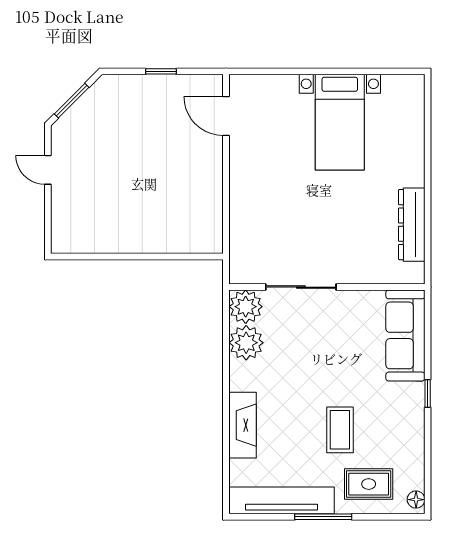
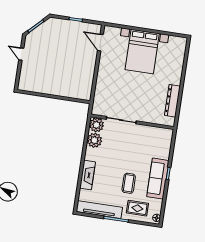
bed with nightstands: (340, 122) -> (142, 52), width x1.36
sofa: (405, 335) -> (158, 179), moved

